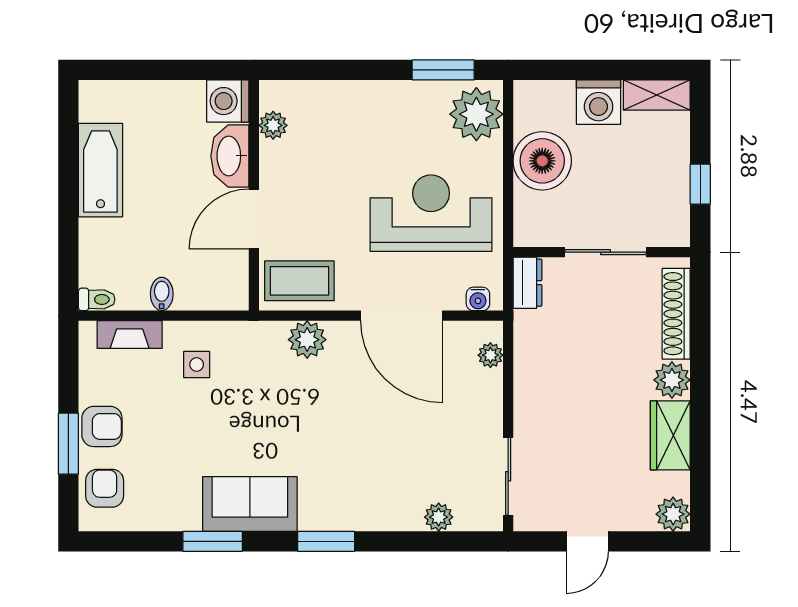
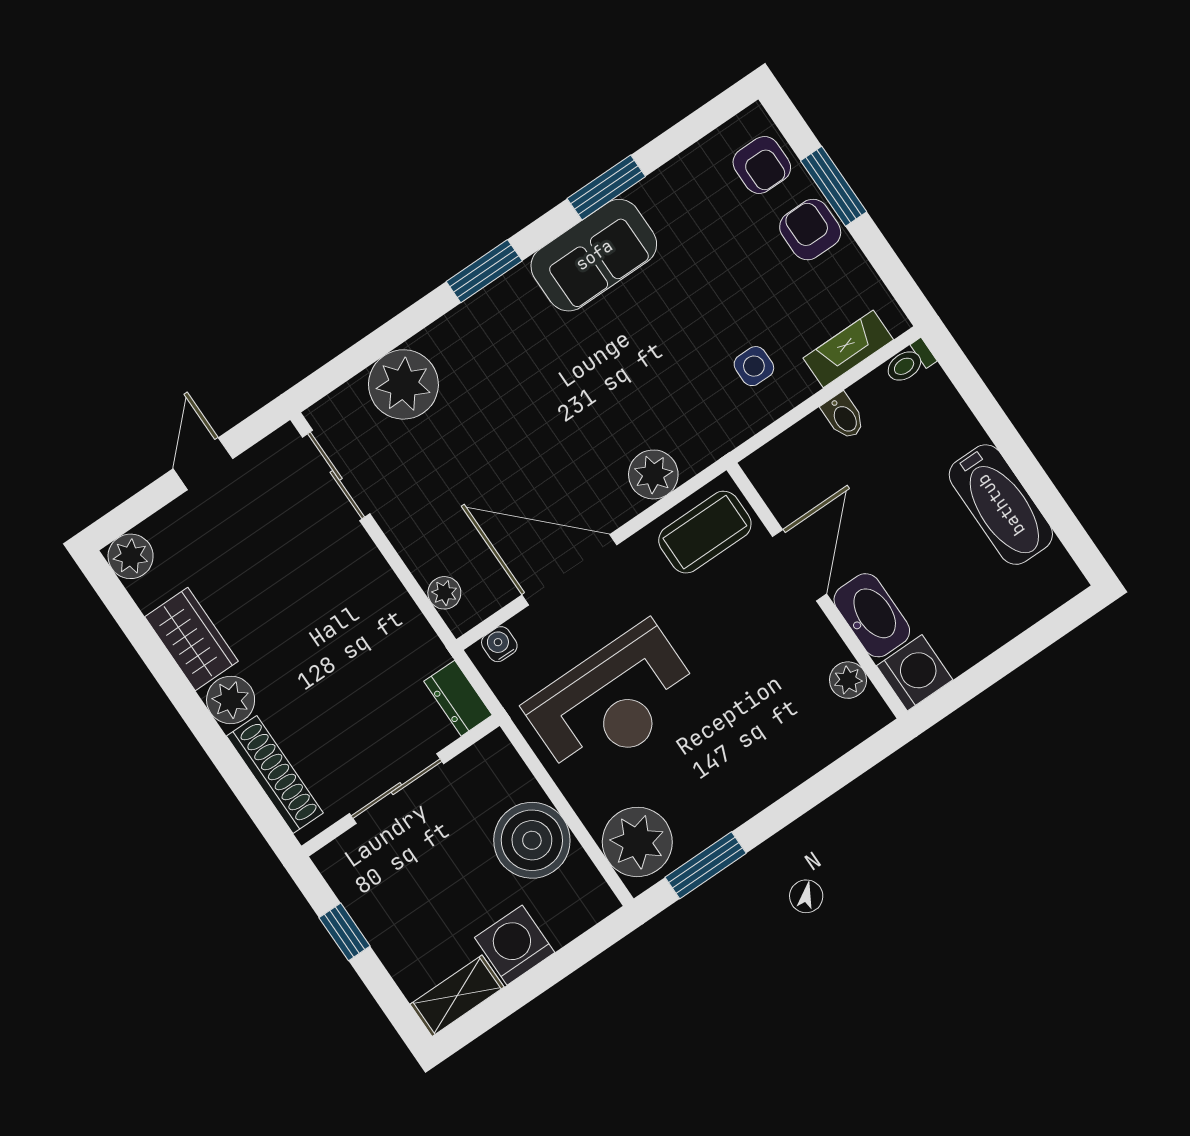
armchair: (102, 426) -> (810, 230), turned 90
plant: (439, 517) -> (403, 384), width x1.88, depth x1.88

